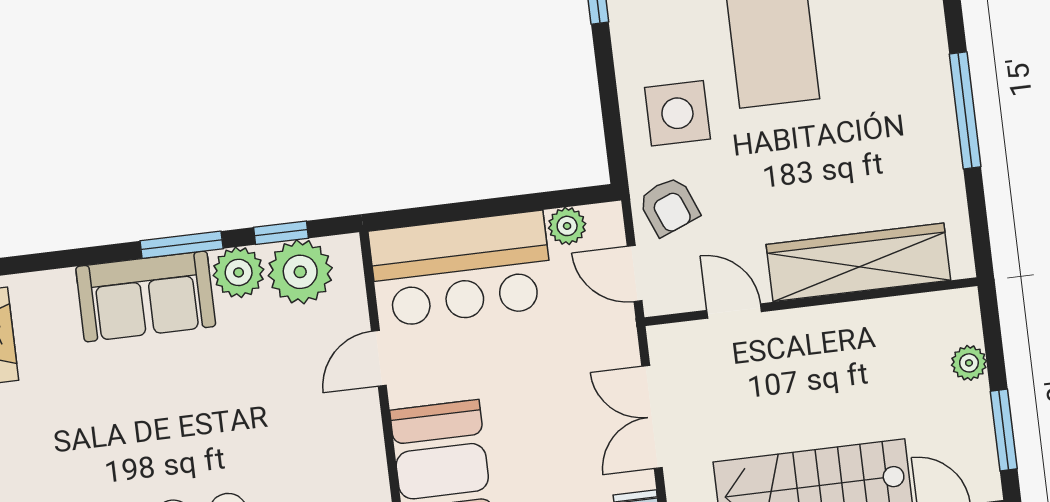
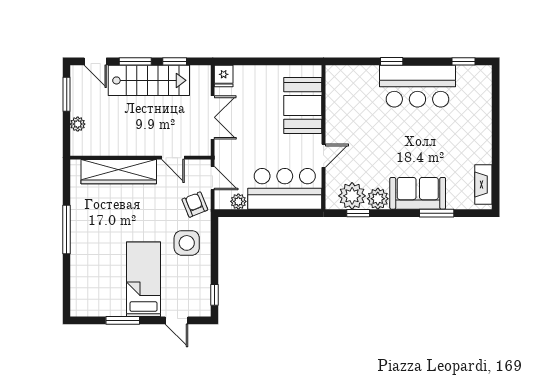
window: (182, 245) -> (437, 213), moved

